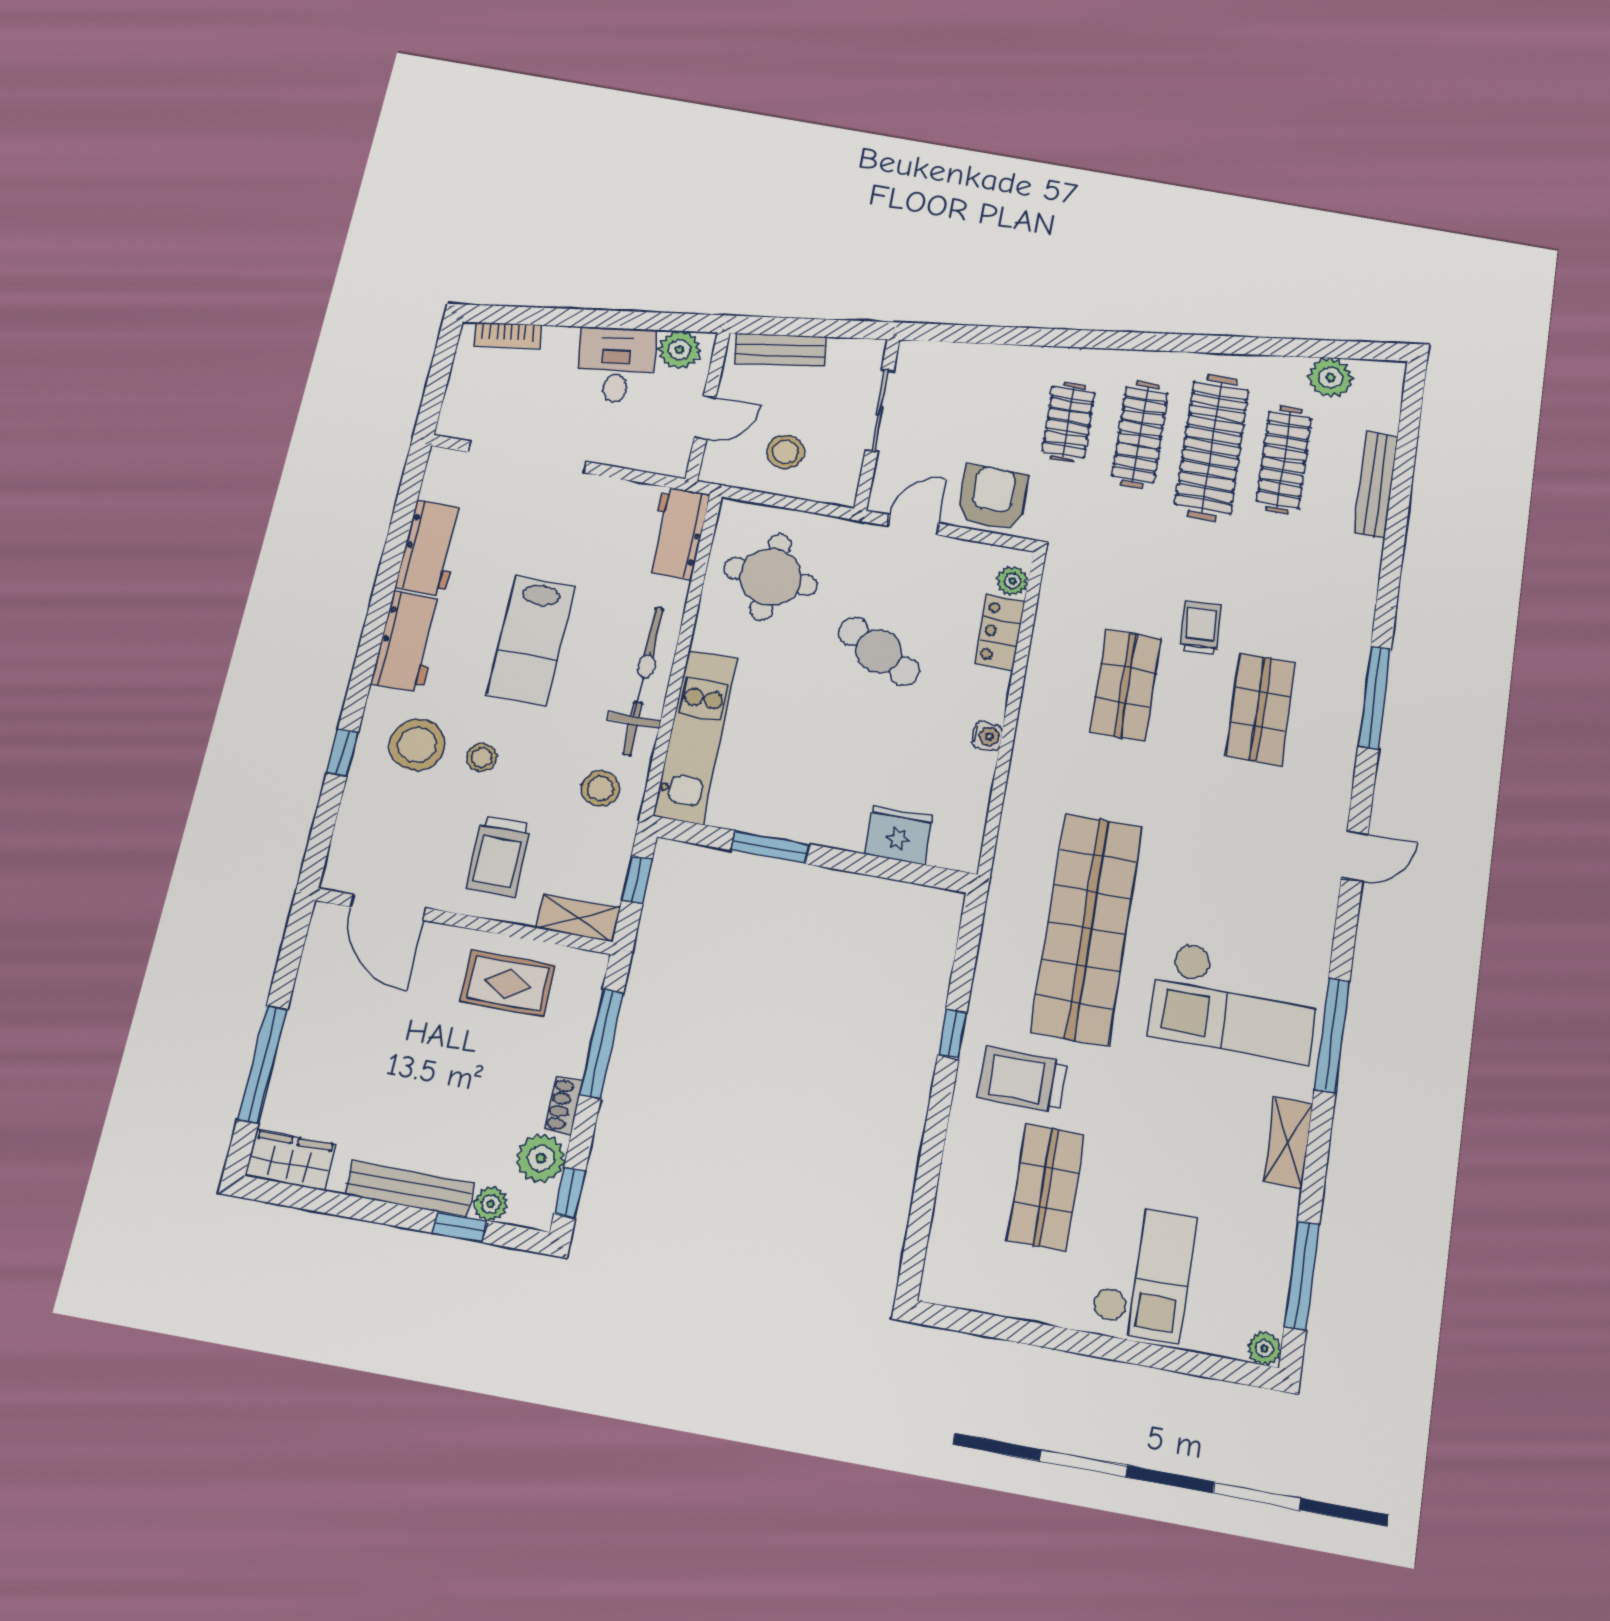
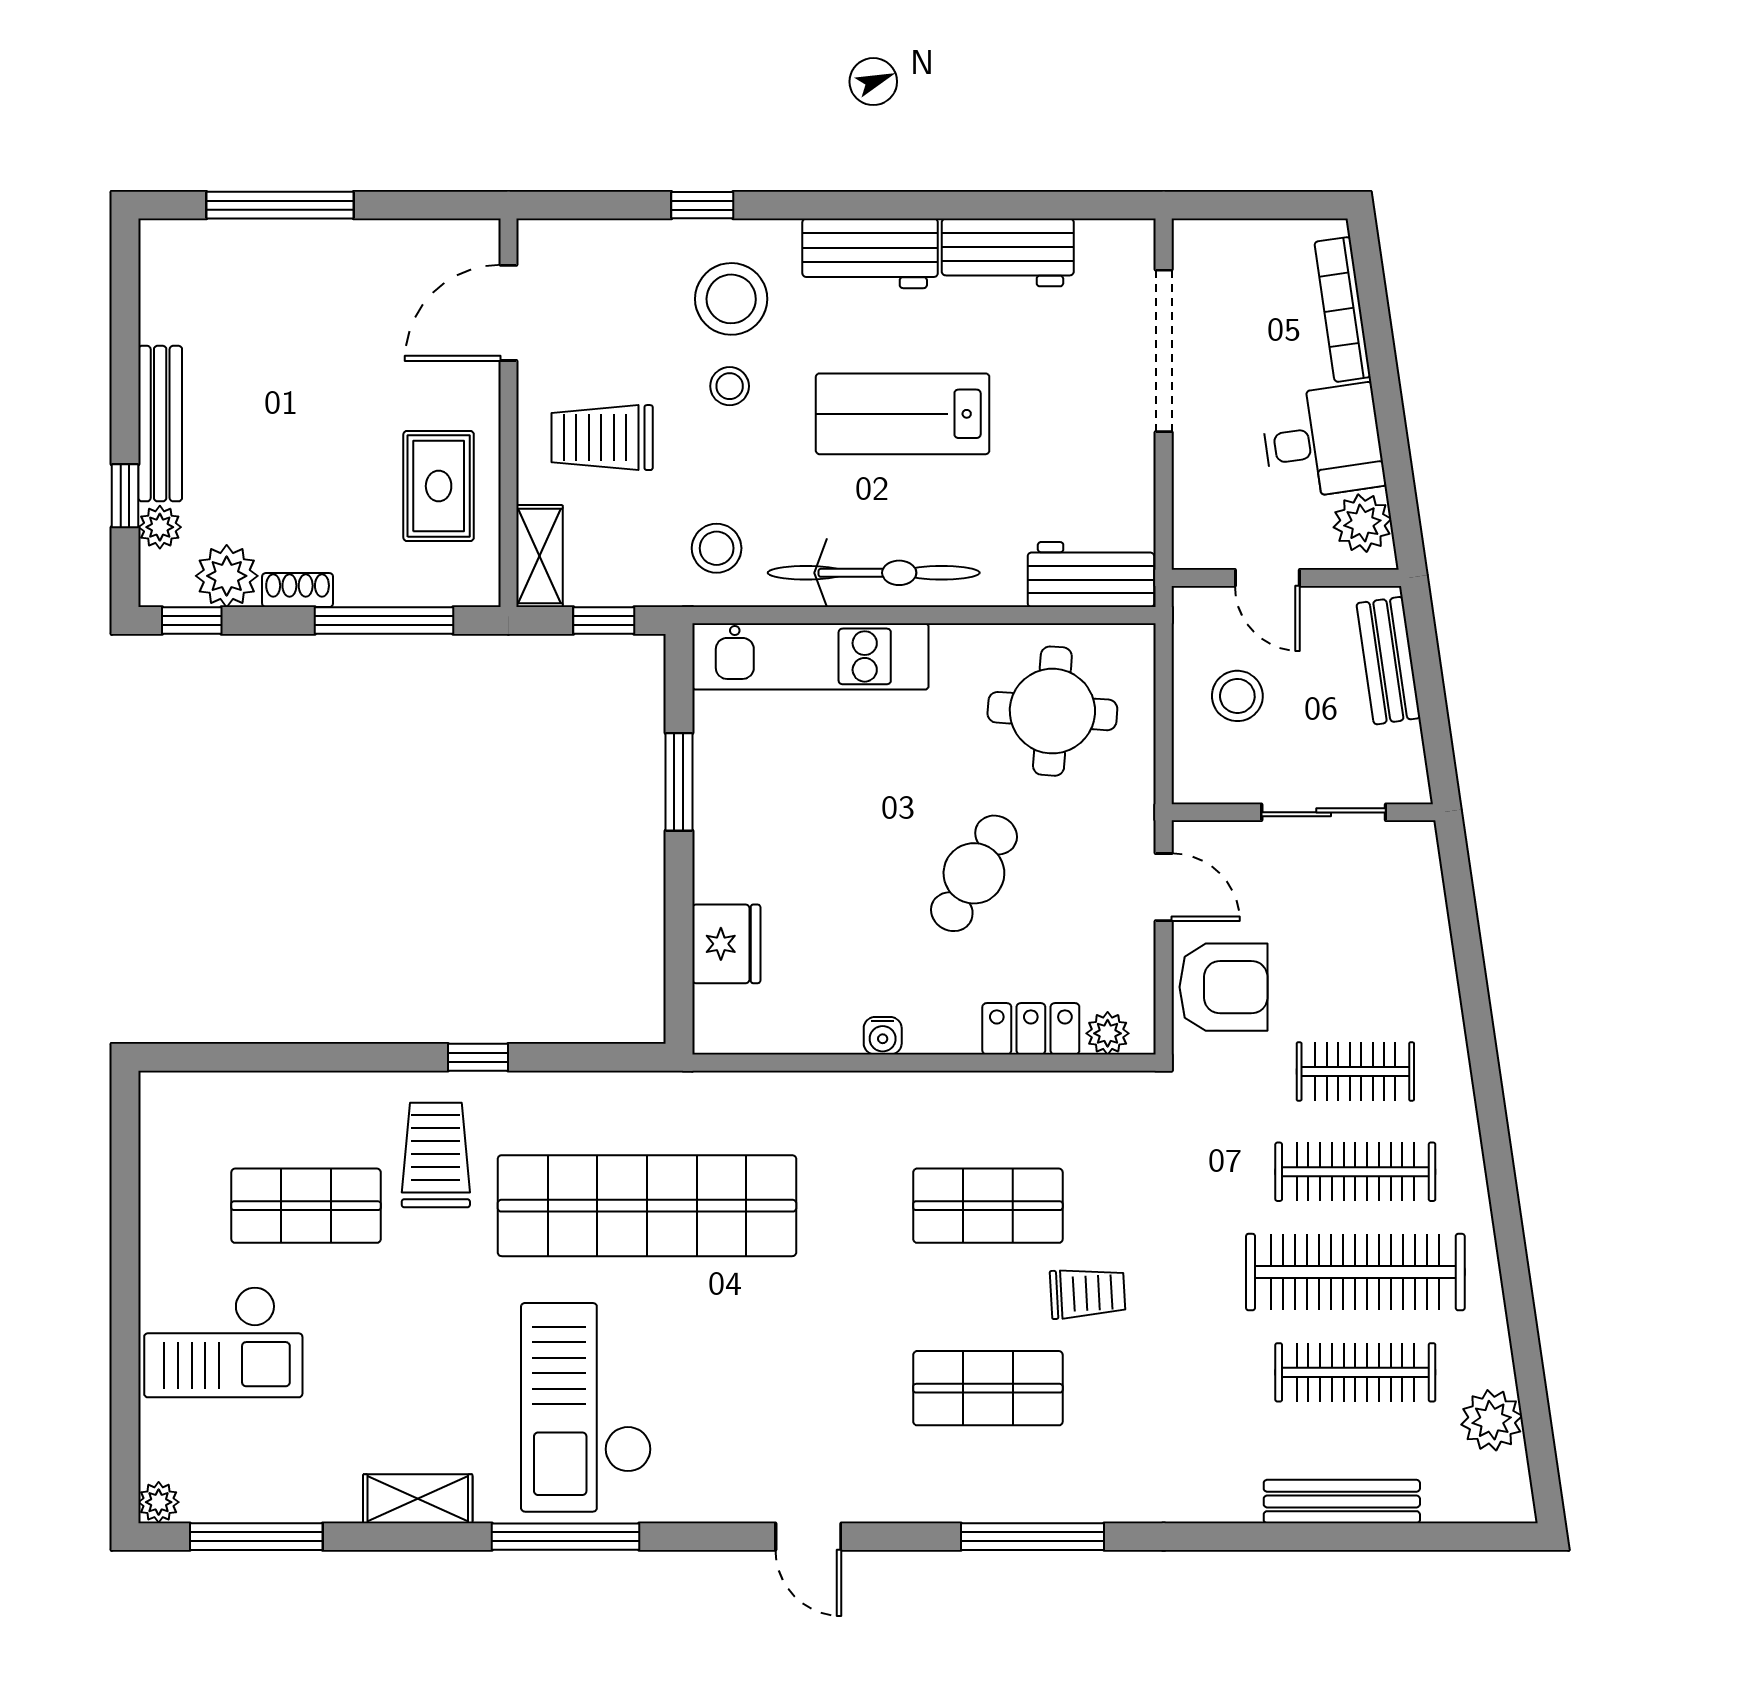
bookcase: (507, 335) -> (1343, 309), width x1.56
wardrobe: (290, 1160) -> (168, 269), removed

